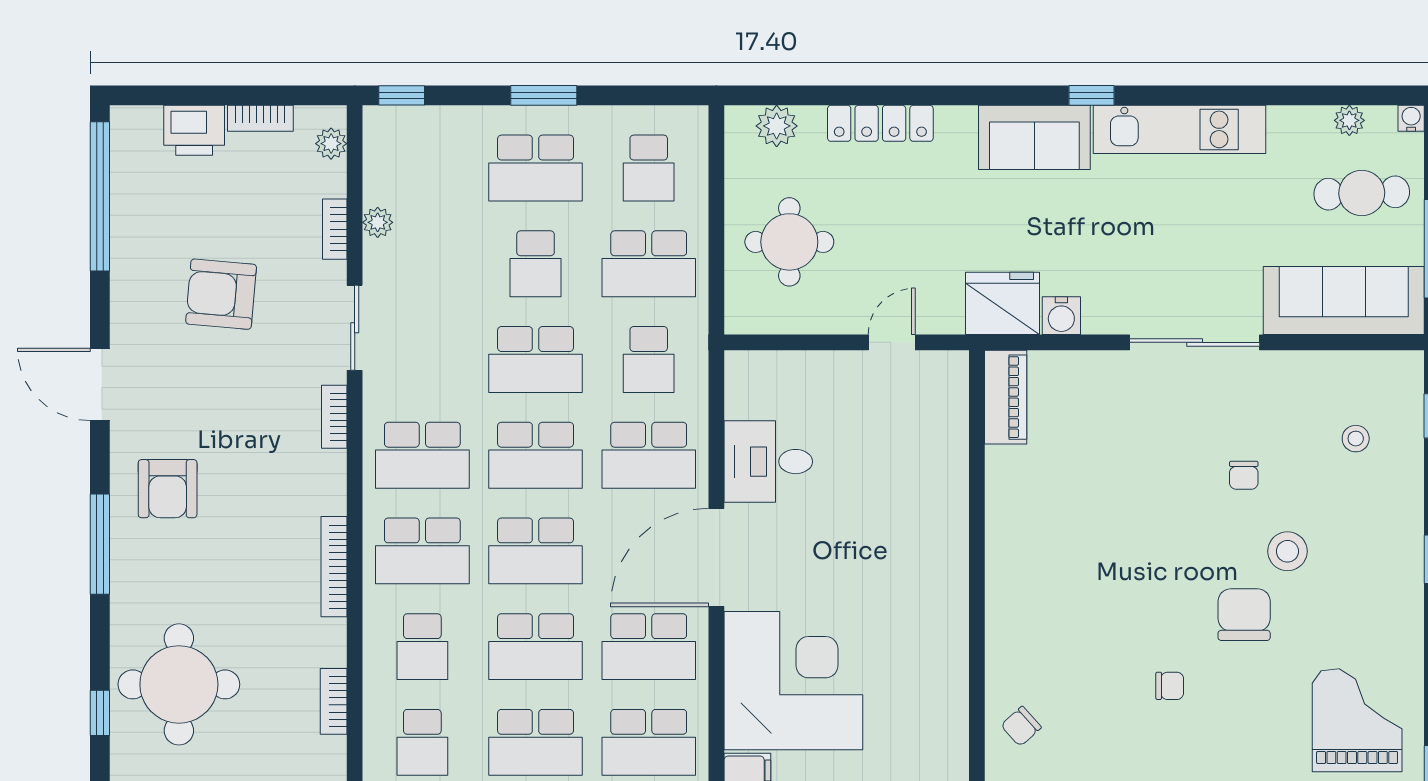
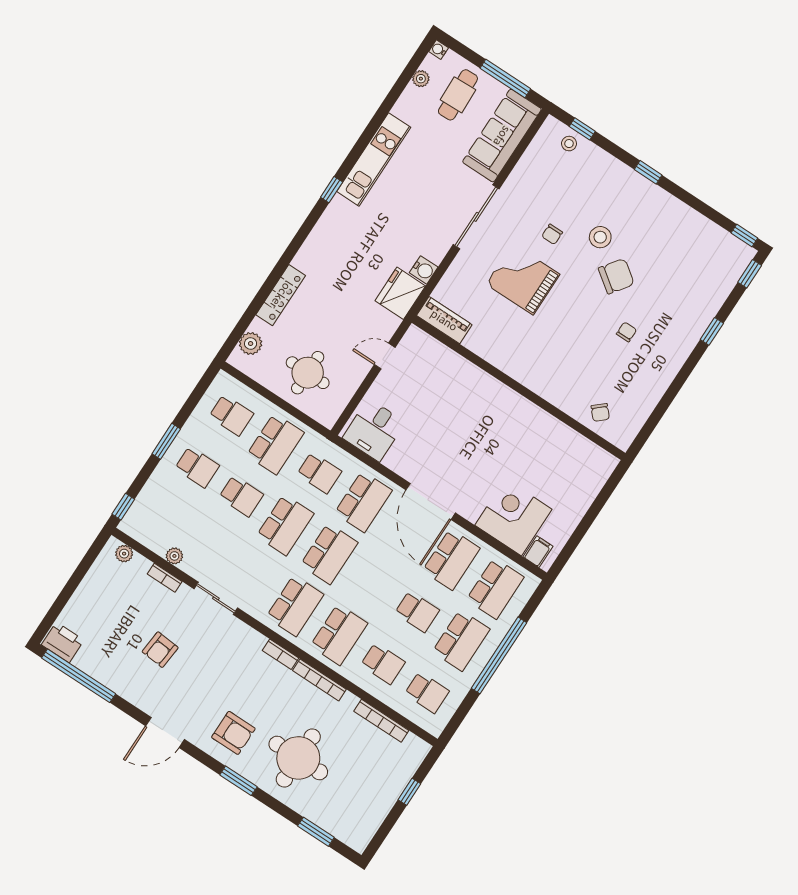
bookcase: (260, 118) -> (91, 578), removed
printer: (194, 130) -> (63, 642), moved, turned -90
sofa: (1034, 137) -> (334, 229), removed
school desk: (536, 168) -> (197, 467), width x0.54
armchair: (221, 294) -> (160, 650), width x0.72, depth x0.72
door: (892, 342) -> (385, 356), hinge flipped
bookcase: (334, 417) -> (280, 654), moved
stool: (1356, 439) -> (569, 144), moved
desk: (768, 462) -> (374, 430), moved
chair: (1244, 475) -> (552, 234), turned 90
window: (100, 544) -> (238, 781), width x0.69
school desk: (536, 551) -> (373, 583), removed
chair: (1244, 615) -> (616, 276), turned 126
school desk: (536, 647) -> (417, 612), width x0.54
corner desk: (793, 681) -> (513, 517), width x0.74, depth x0.74
round table: (179, 684) -> (298, 758), moved
bookcase: (334, 701) -> (381, 721), width x1.56
window: (100, 713) -> (316, 832), width x1.50
grand piano: (1357, 720) -> (523, 279), moved

